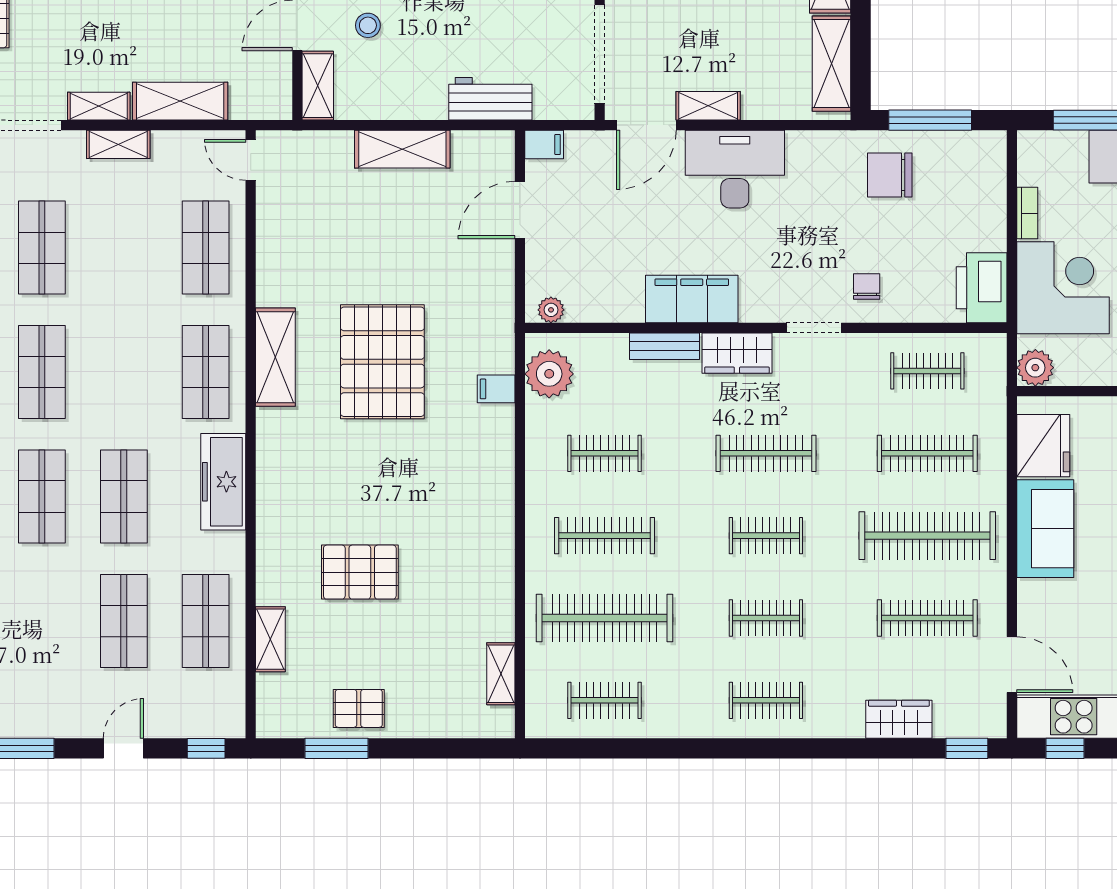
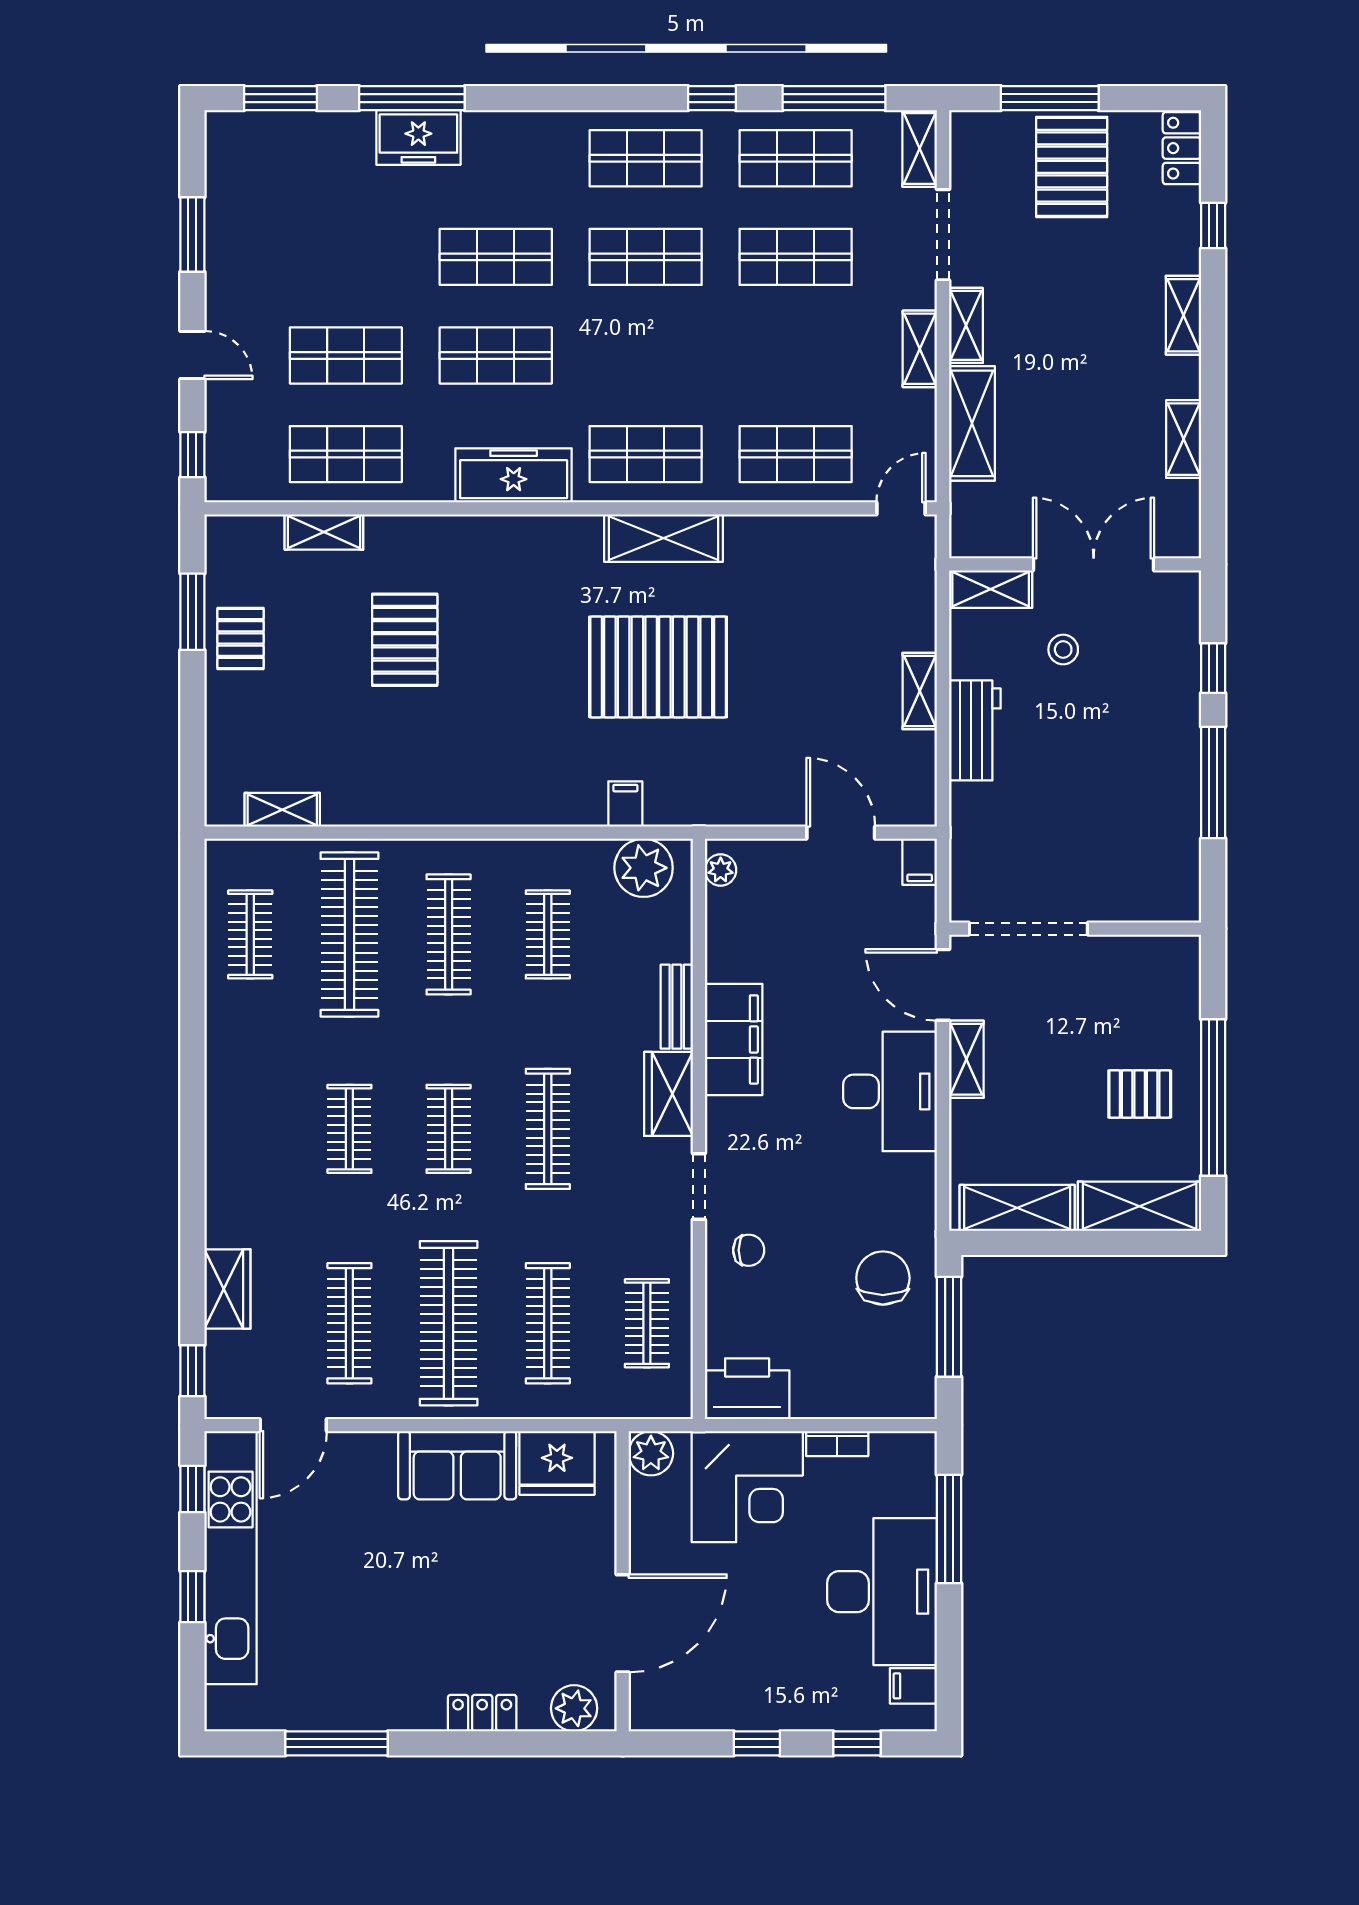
workbench: (490, 99) -> (975, 730), moved
shelving: (402, 149) -> (920, 691), width x0.67, depth x0.75
clothes rail: (766, 700) -> (250, 1129), removed

